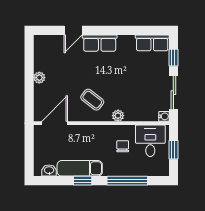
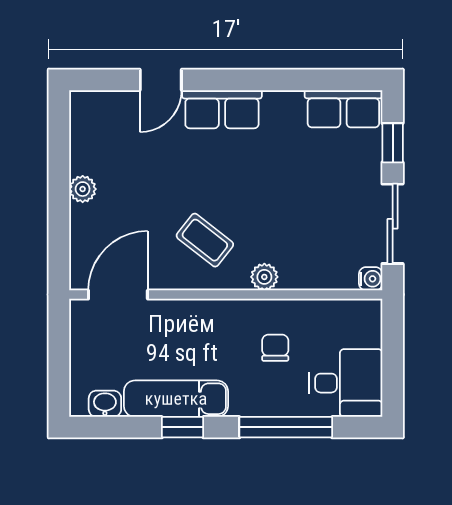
desk: (150, 141) -> (346, 383), moved, turned 90
window: (173, 150) -> (393, 356), removed

